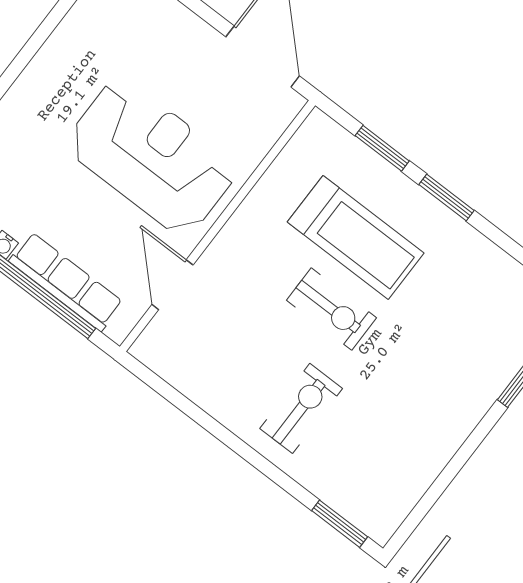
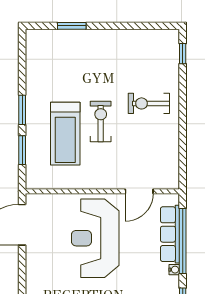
treadmill: (356, 238) -> (65, 134), turned 180
window: (340, 524) -> (183, 54), width x0.67

